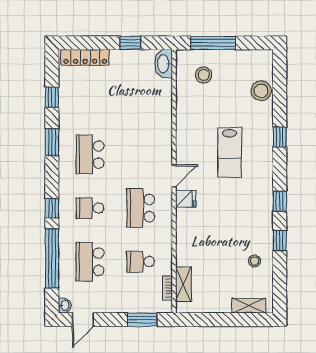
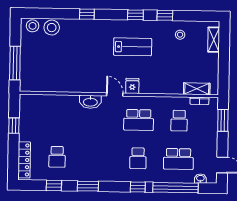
washbasin: (164, 64) -> (90, 102), moved
stool: (204, 75) -> (33, 26), moved
lab bench: (230, 152) -> (133, 47), moved
school desk: (90, 154) -> (57, 157), moved, width x0.54
washbasin: (65, 305) -> (200, 179), moved

